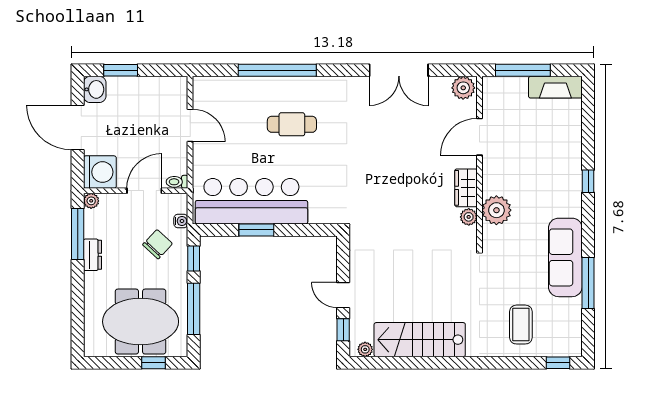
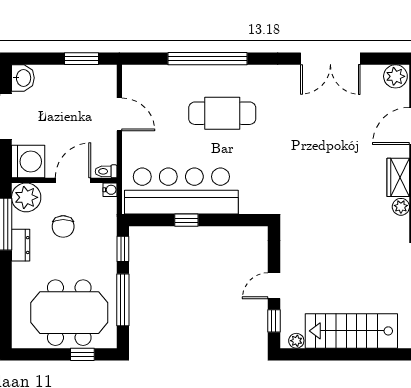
window: (121, 70) -> (82, 59), moved
cafe table: (292, 124) -> (222, 113), width x1.37, depth x1.35
plant: (91, 201) -> (26, 197), width x1.87, depth x1.87
water cooler: (181, 221) -> (110, 190), moved
window: (256, 230) -> (186, 220), width x0.67
chair: (158, 244) -> (63, 226), moved, turned 137
door: (343, 295) -> (274, 286), hinge flipped

